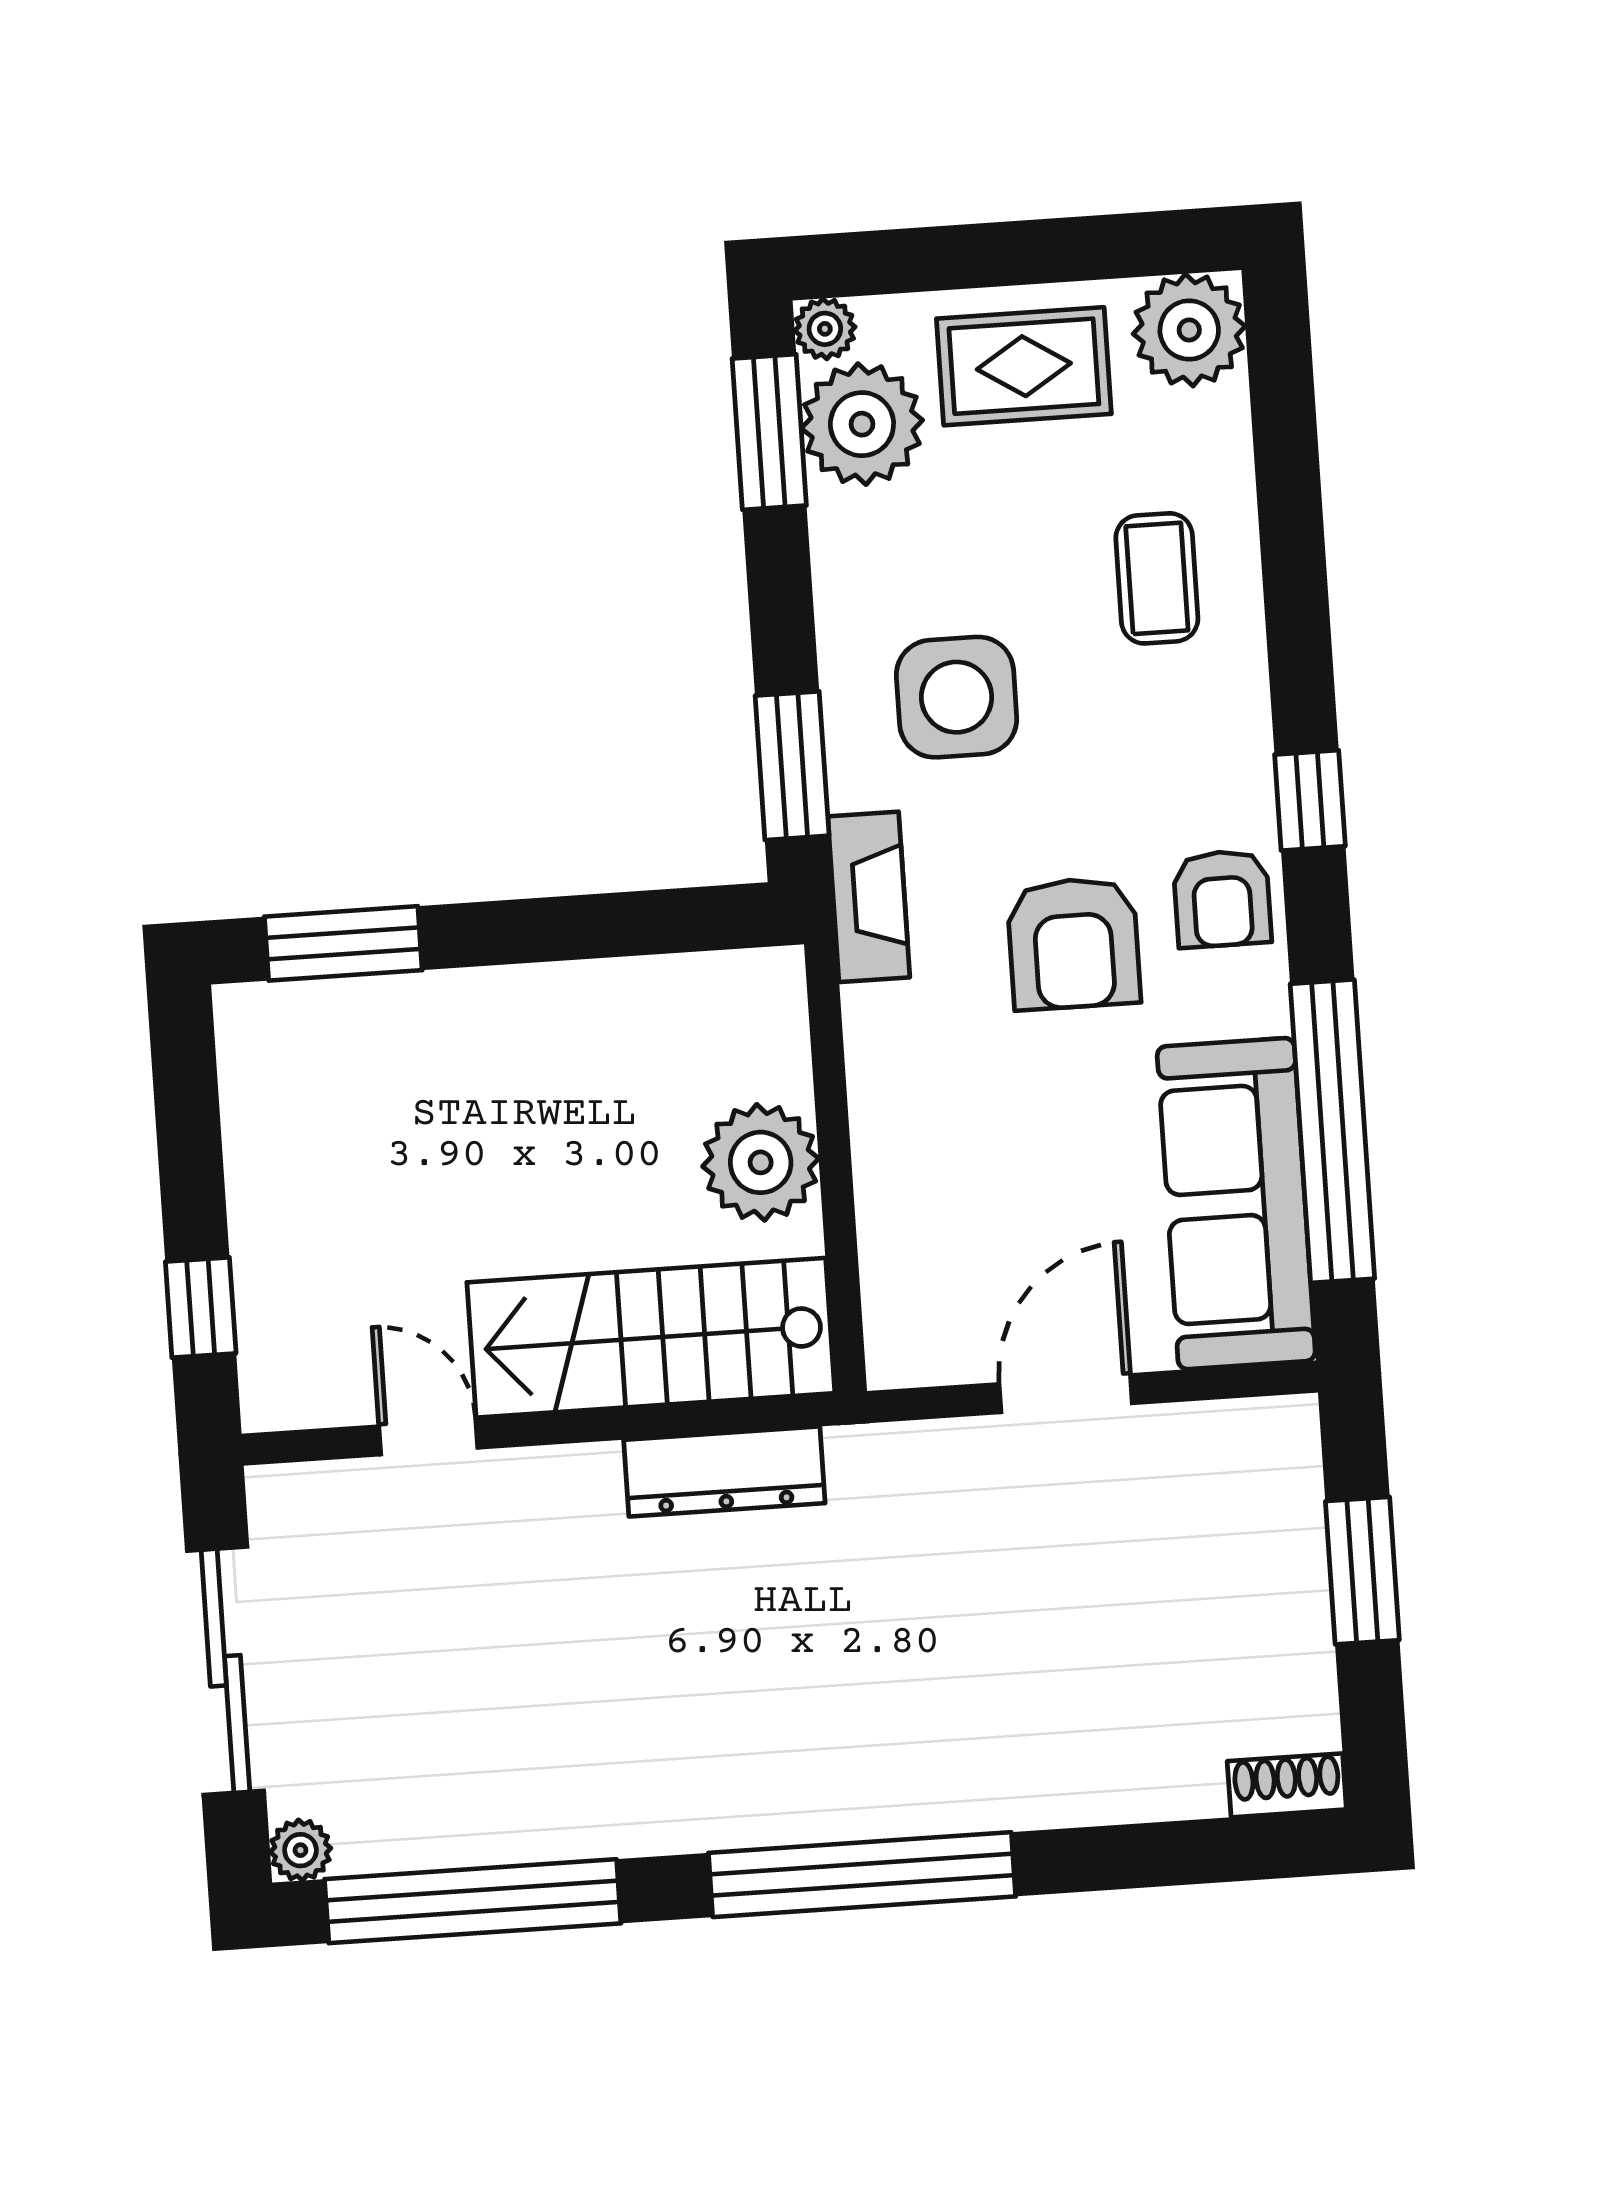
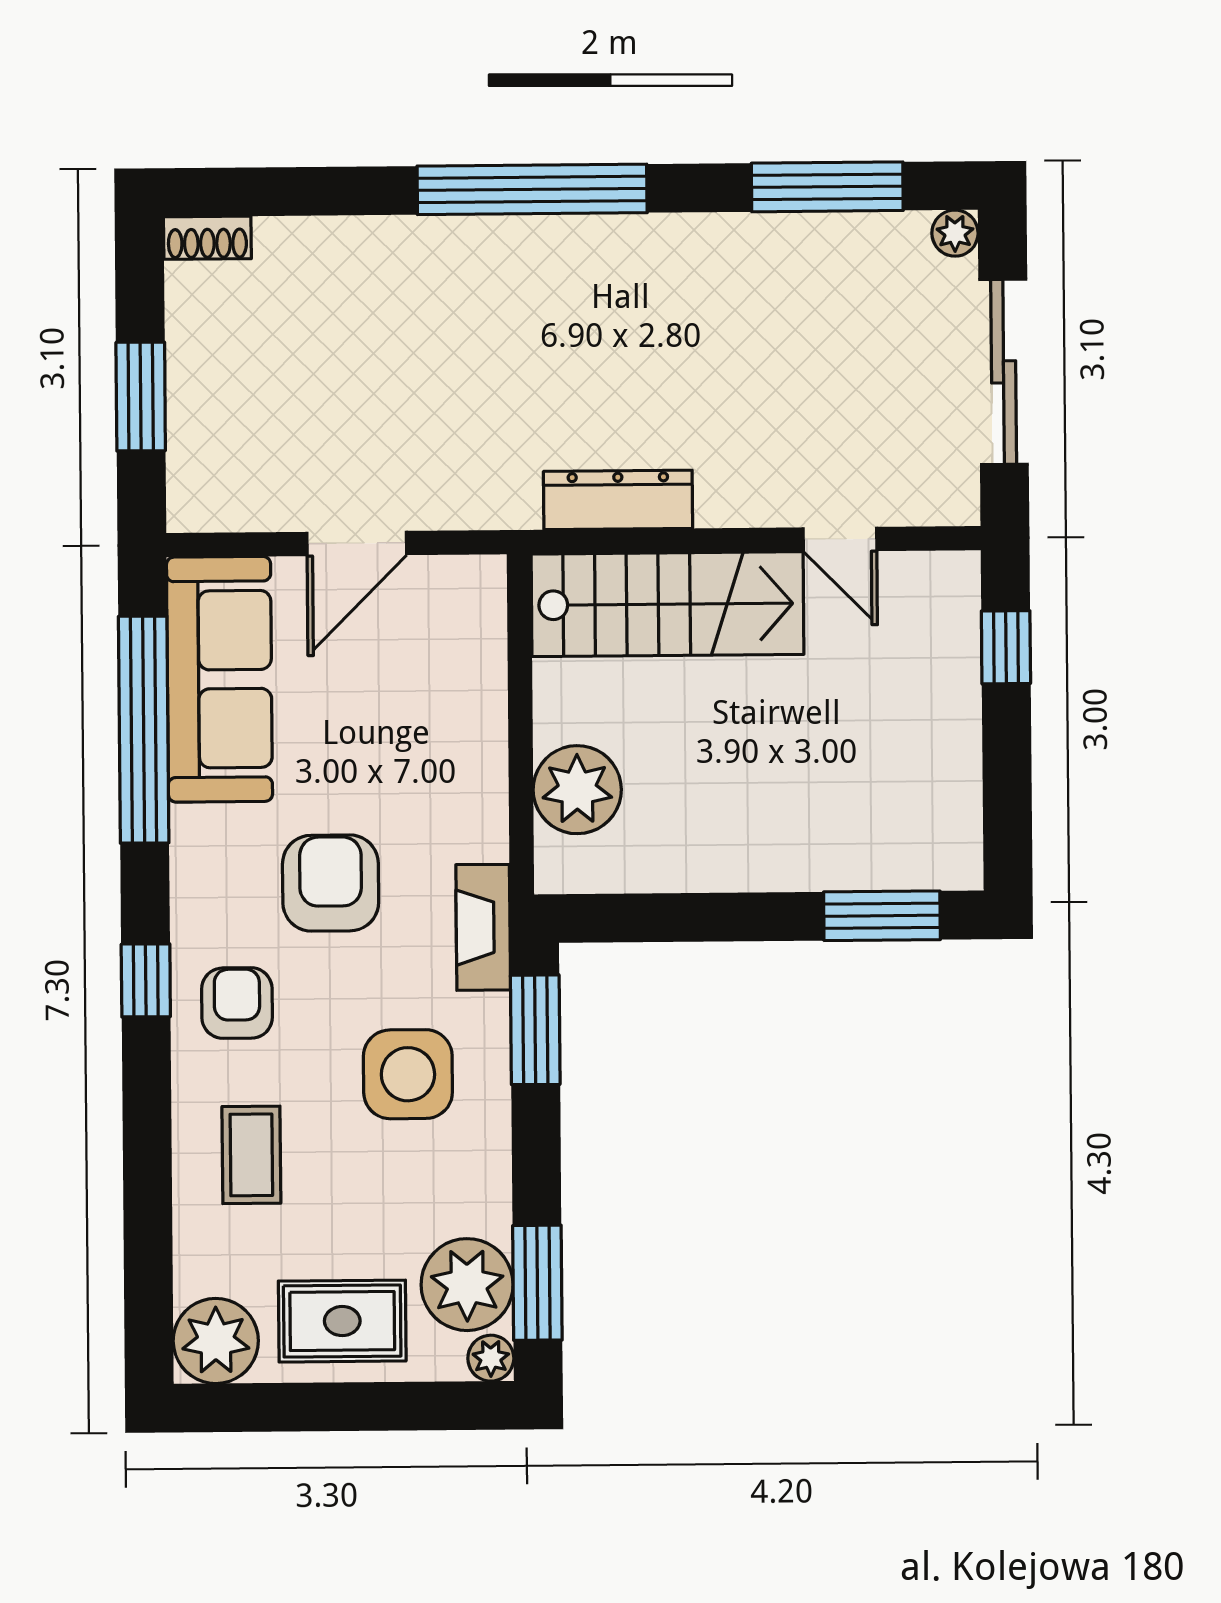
armchair: (1222, 899) -> (237, 1003), moved
plant: (761, 1162) -> (577, 790), moved
window: (473, 1901) -> (827, 187), width x0.68

